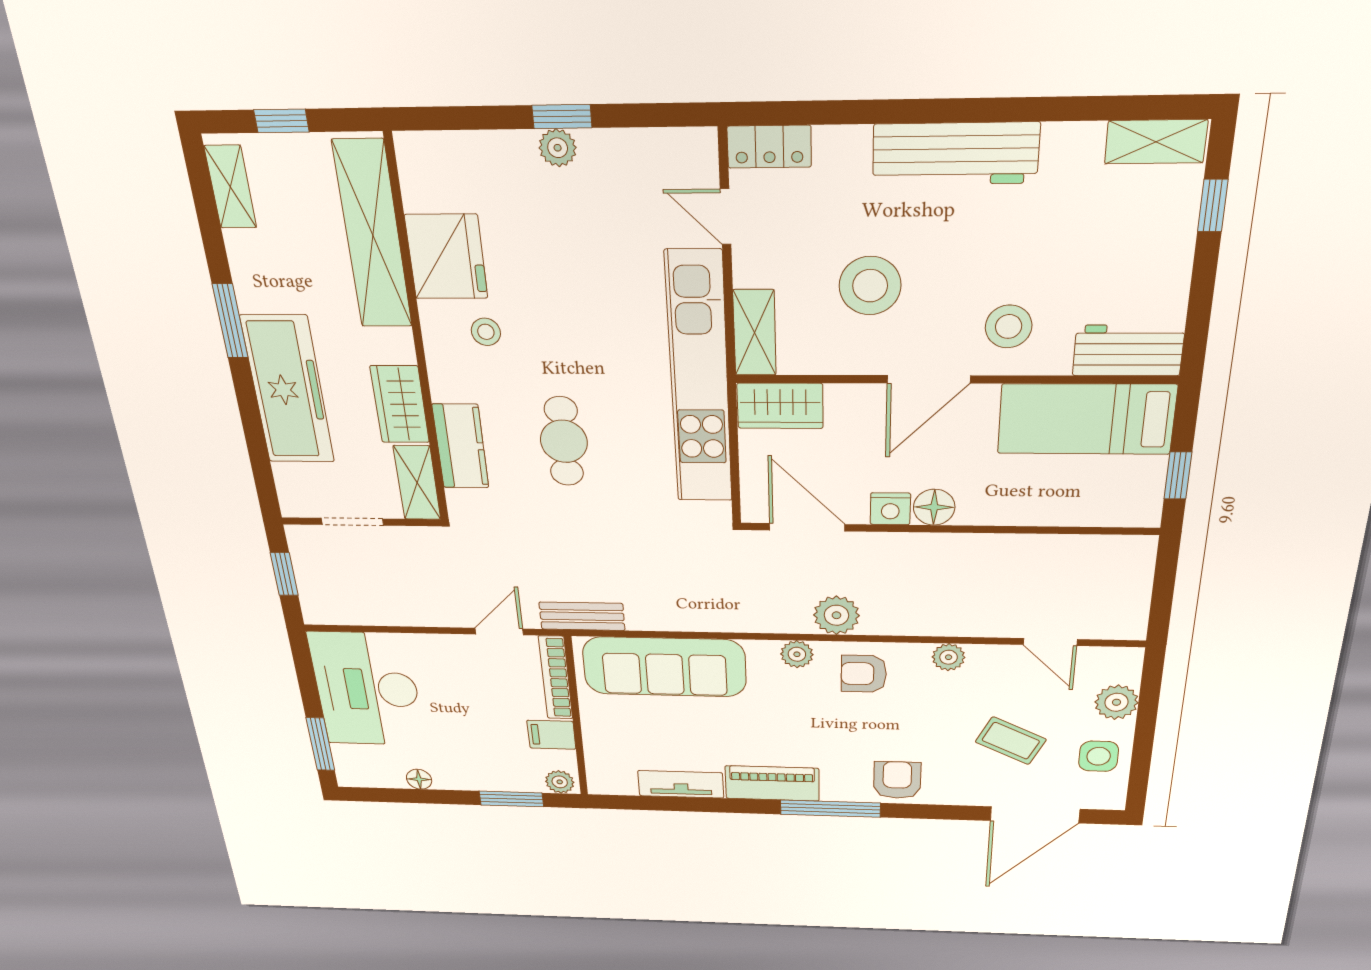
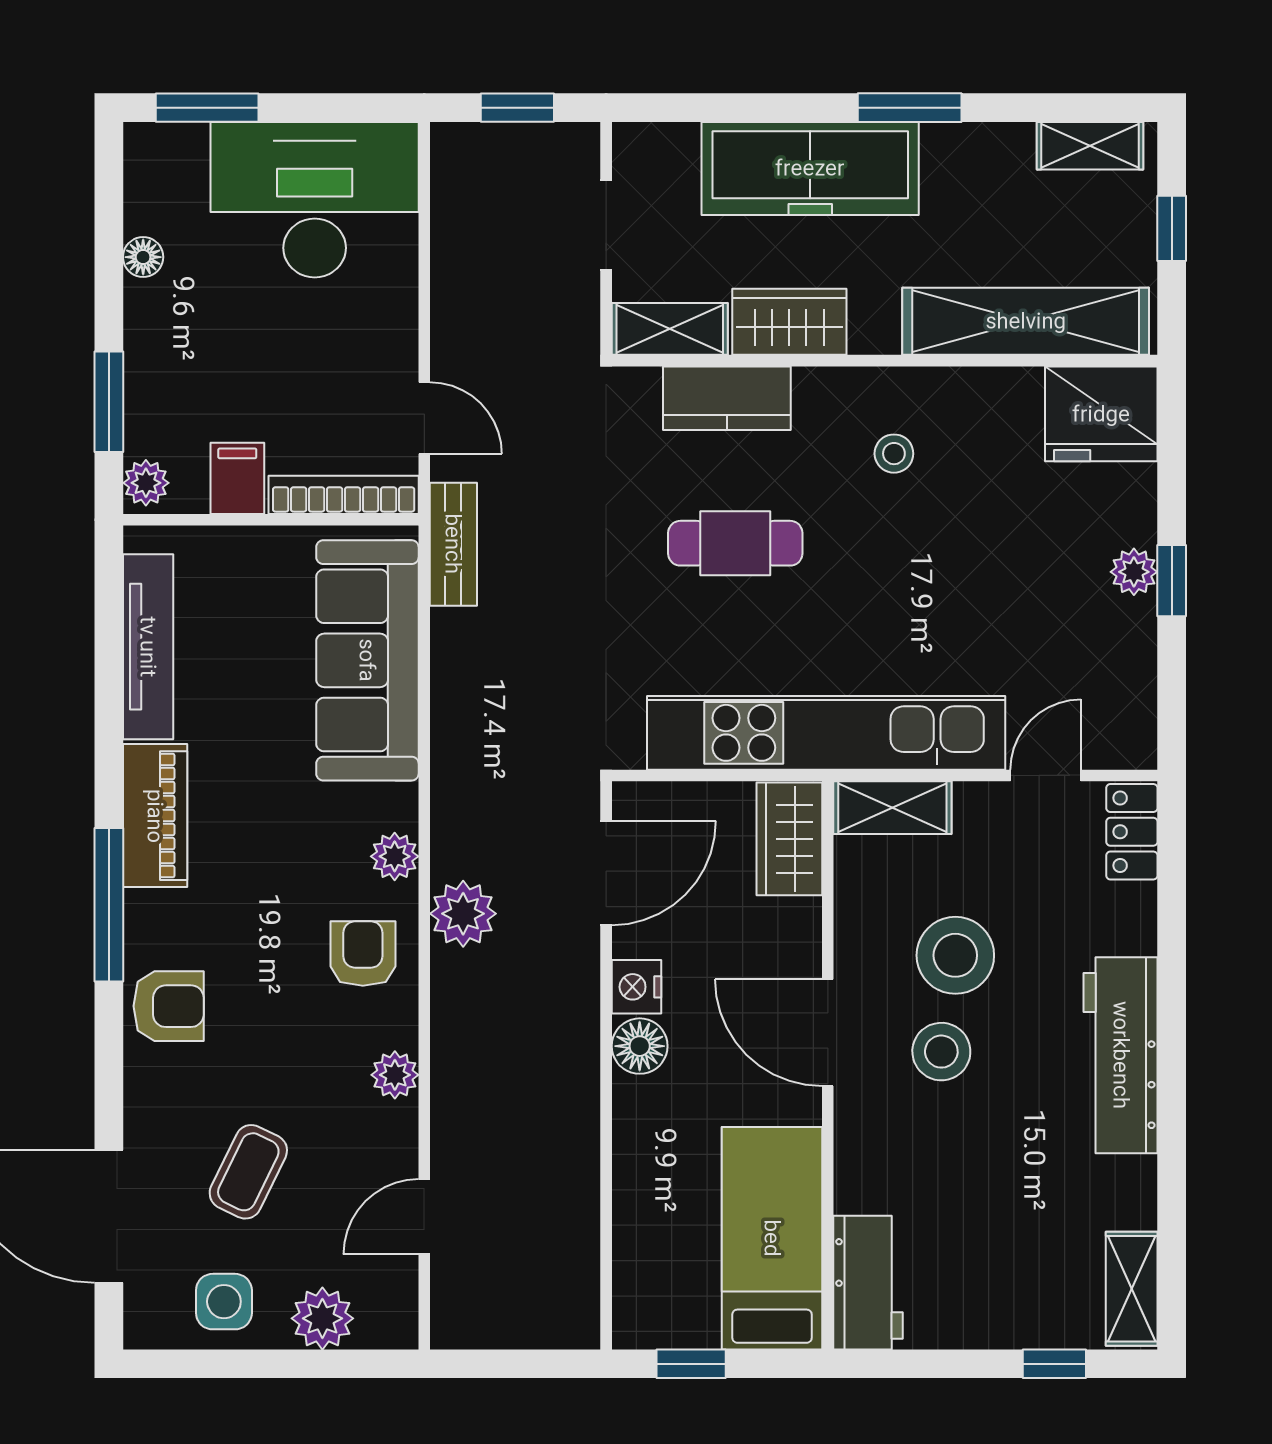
fridge: (446, 257) -> (1101, 414), moved
stool: (1009, 326) -> (941, 1052), moved
tv unit: (681, 784) -> (148, 647), width x1.41

